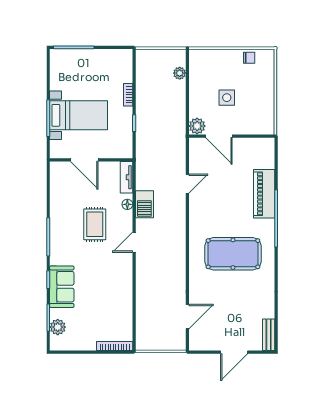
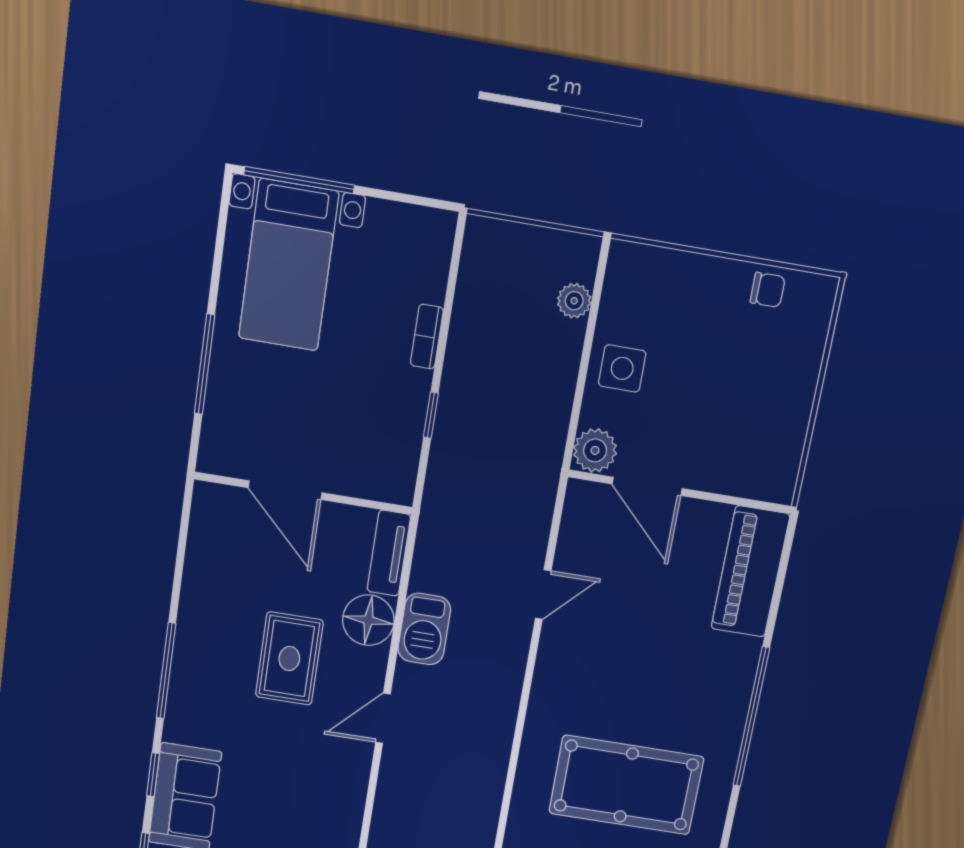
side table: (227, 98) -> (622, 368), moved
bed with nightstands: (79, 115) -> (289, 265), moved, turned 90
piano: (264, 194) -> (750, 572), moved
floor lamp: (127, 204) -> (368, 620), width x1.89, depth x1.89

